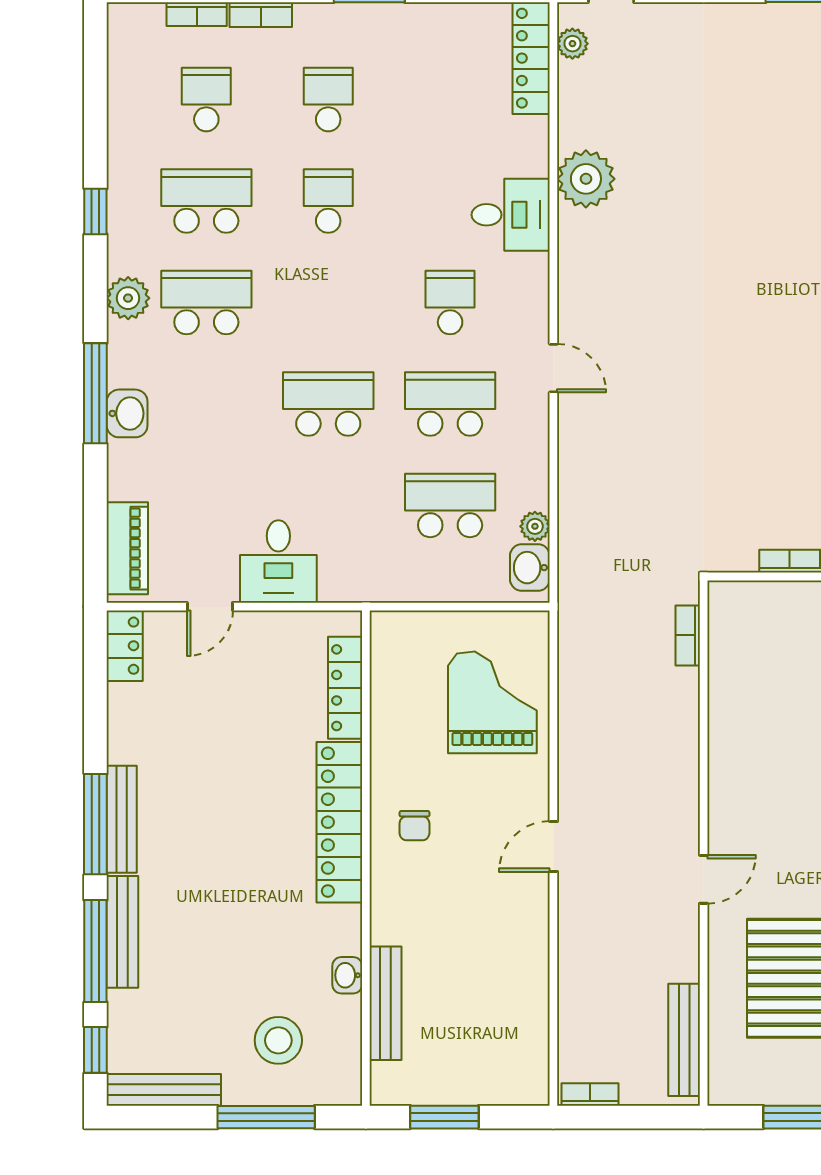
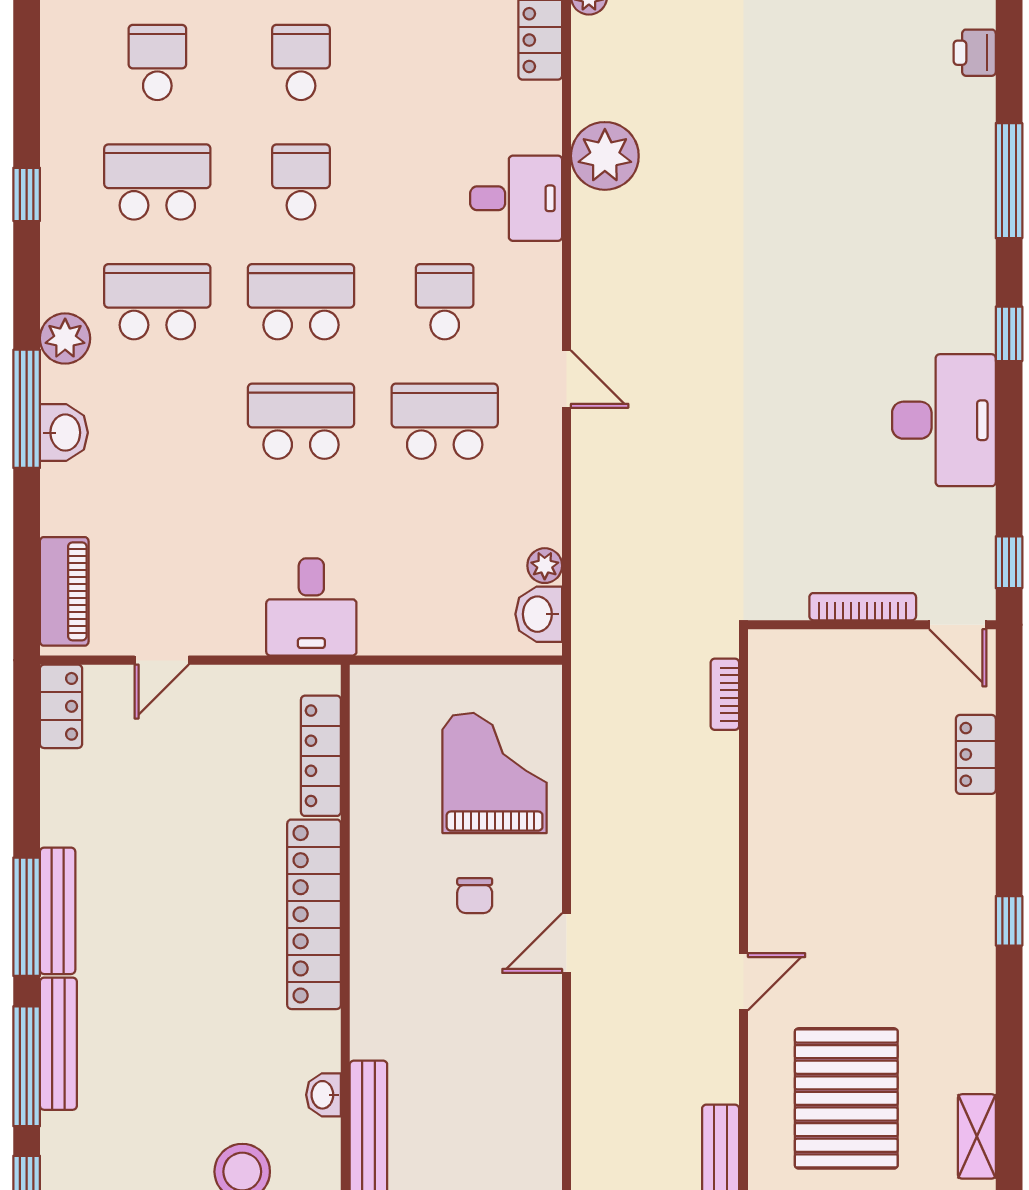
plant: (128, 298) -> (65, 338), moved
school desk: (450, 505) -> (301, 302), moved
desk: (278, 561) -> (311, 607), moved
chair: (414, 826) -> (475, 896), moved

